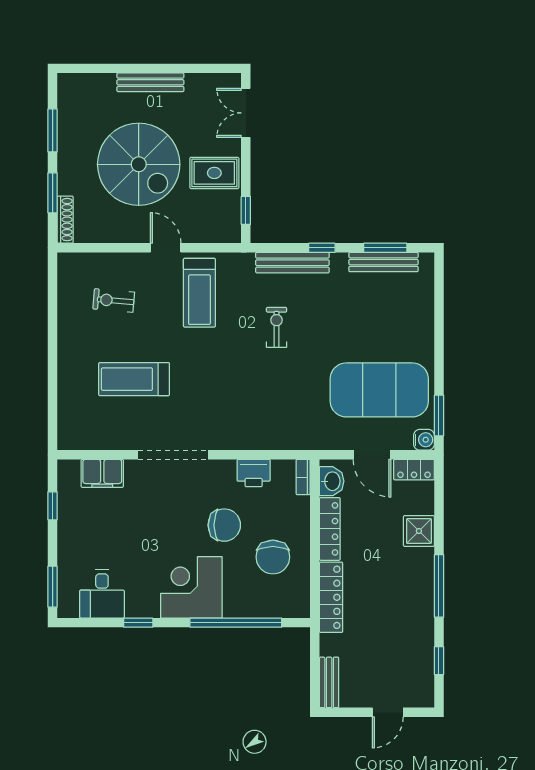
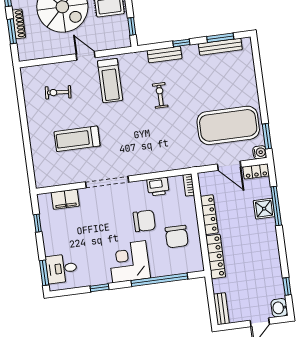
shoe rack: (65, 220) -> (19, 24), moved
bench: (292, 263) -> (165, 55), width x0.73
washbasin: (332, 481) -> (279, 308), moved, turned 180
window: (439, 586) -> (276, 206), moved
desk: (102, 594) -> (61, 269), moved, turned 90

